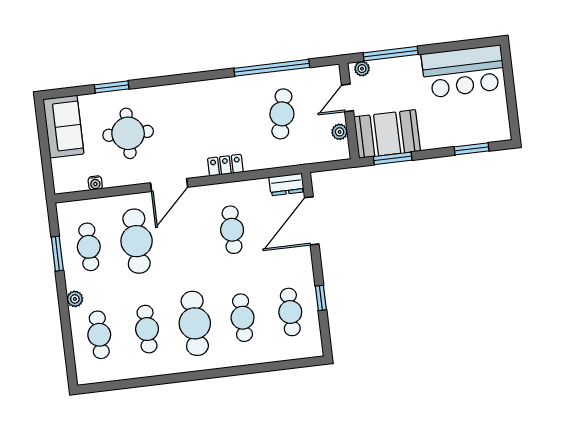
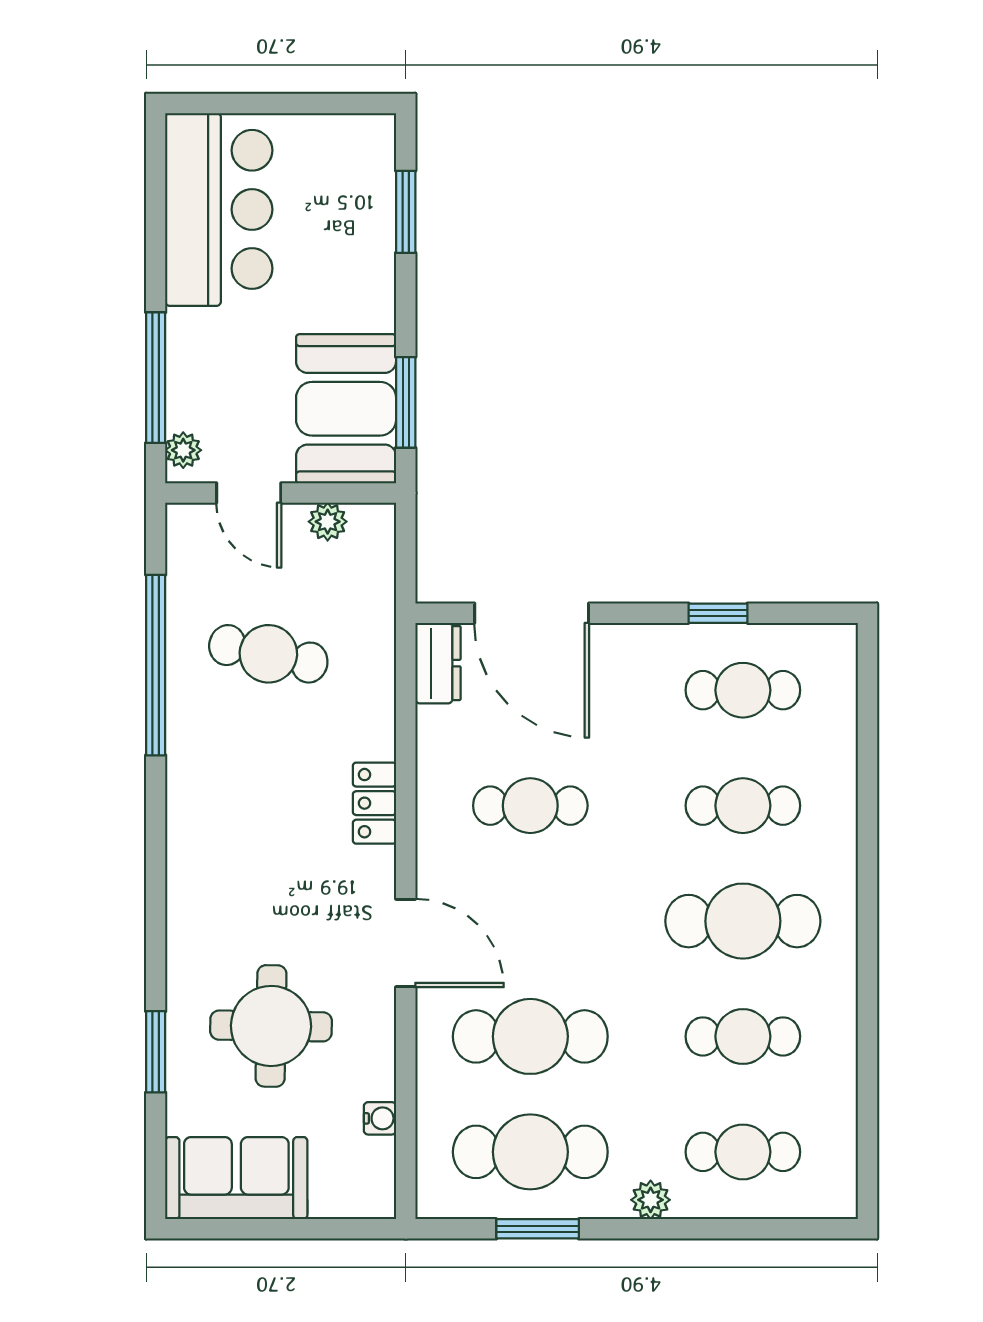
cafe table: (89, 247) -> (530, 1152), width x1.37, depth x1.35

